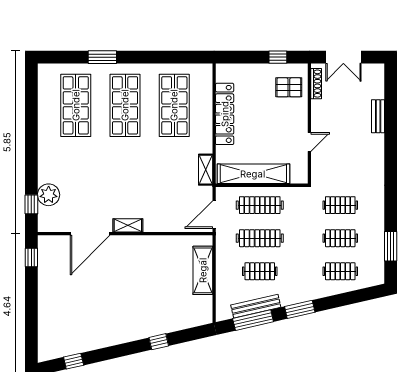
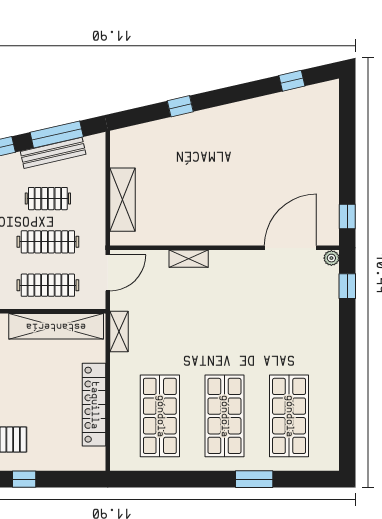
plant: (49, 195) -> (331, 258), moved, width x0.53, depth x0.53
shelving: (128, 225) -> (189, 259), moved
door: (90, 234) -> (290, 248), moved

